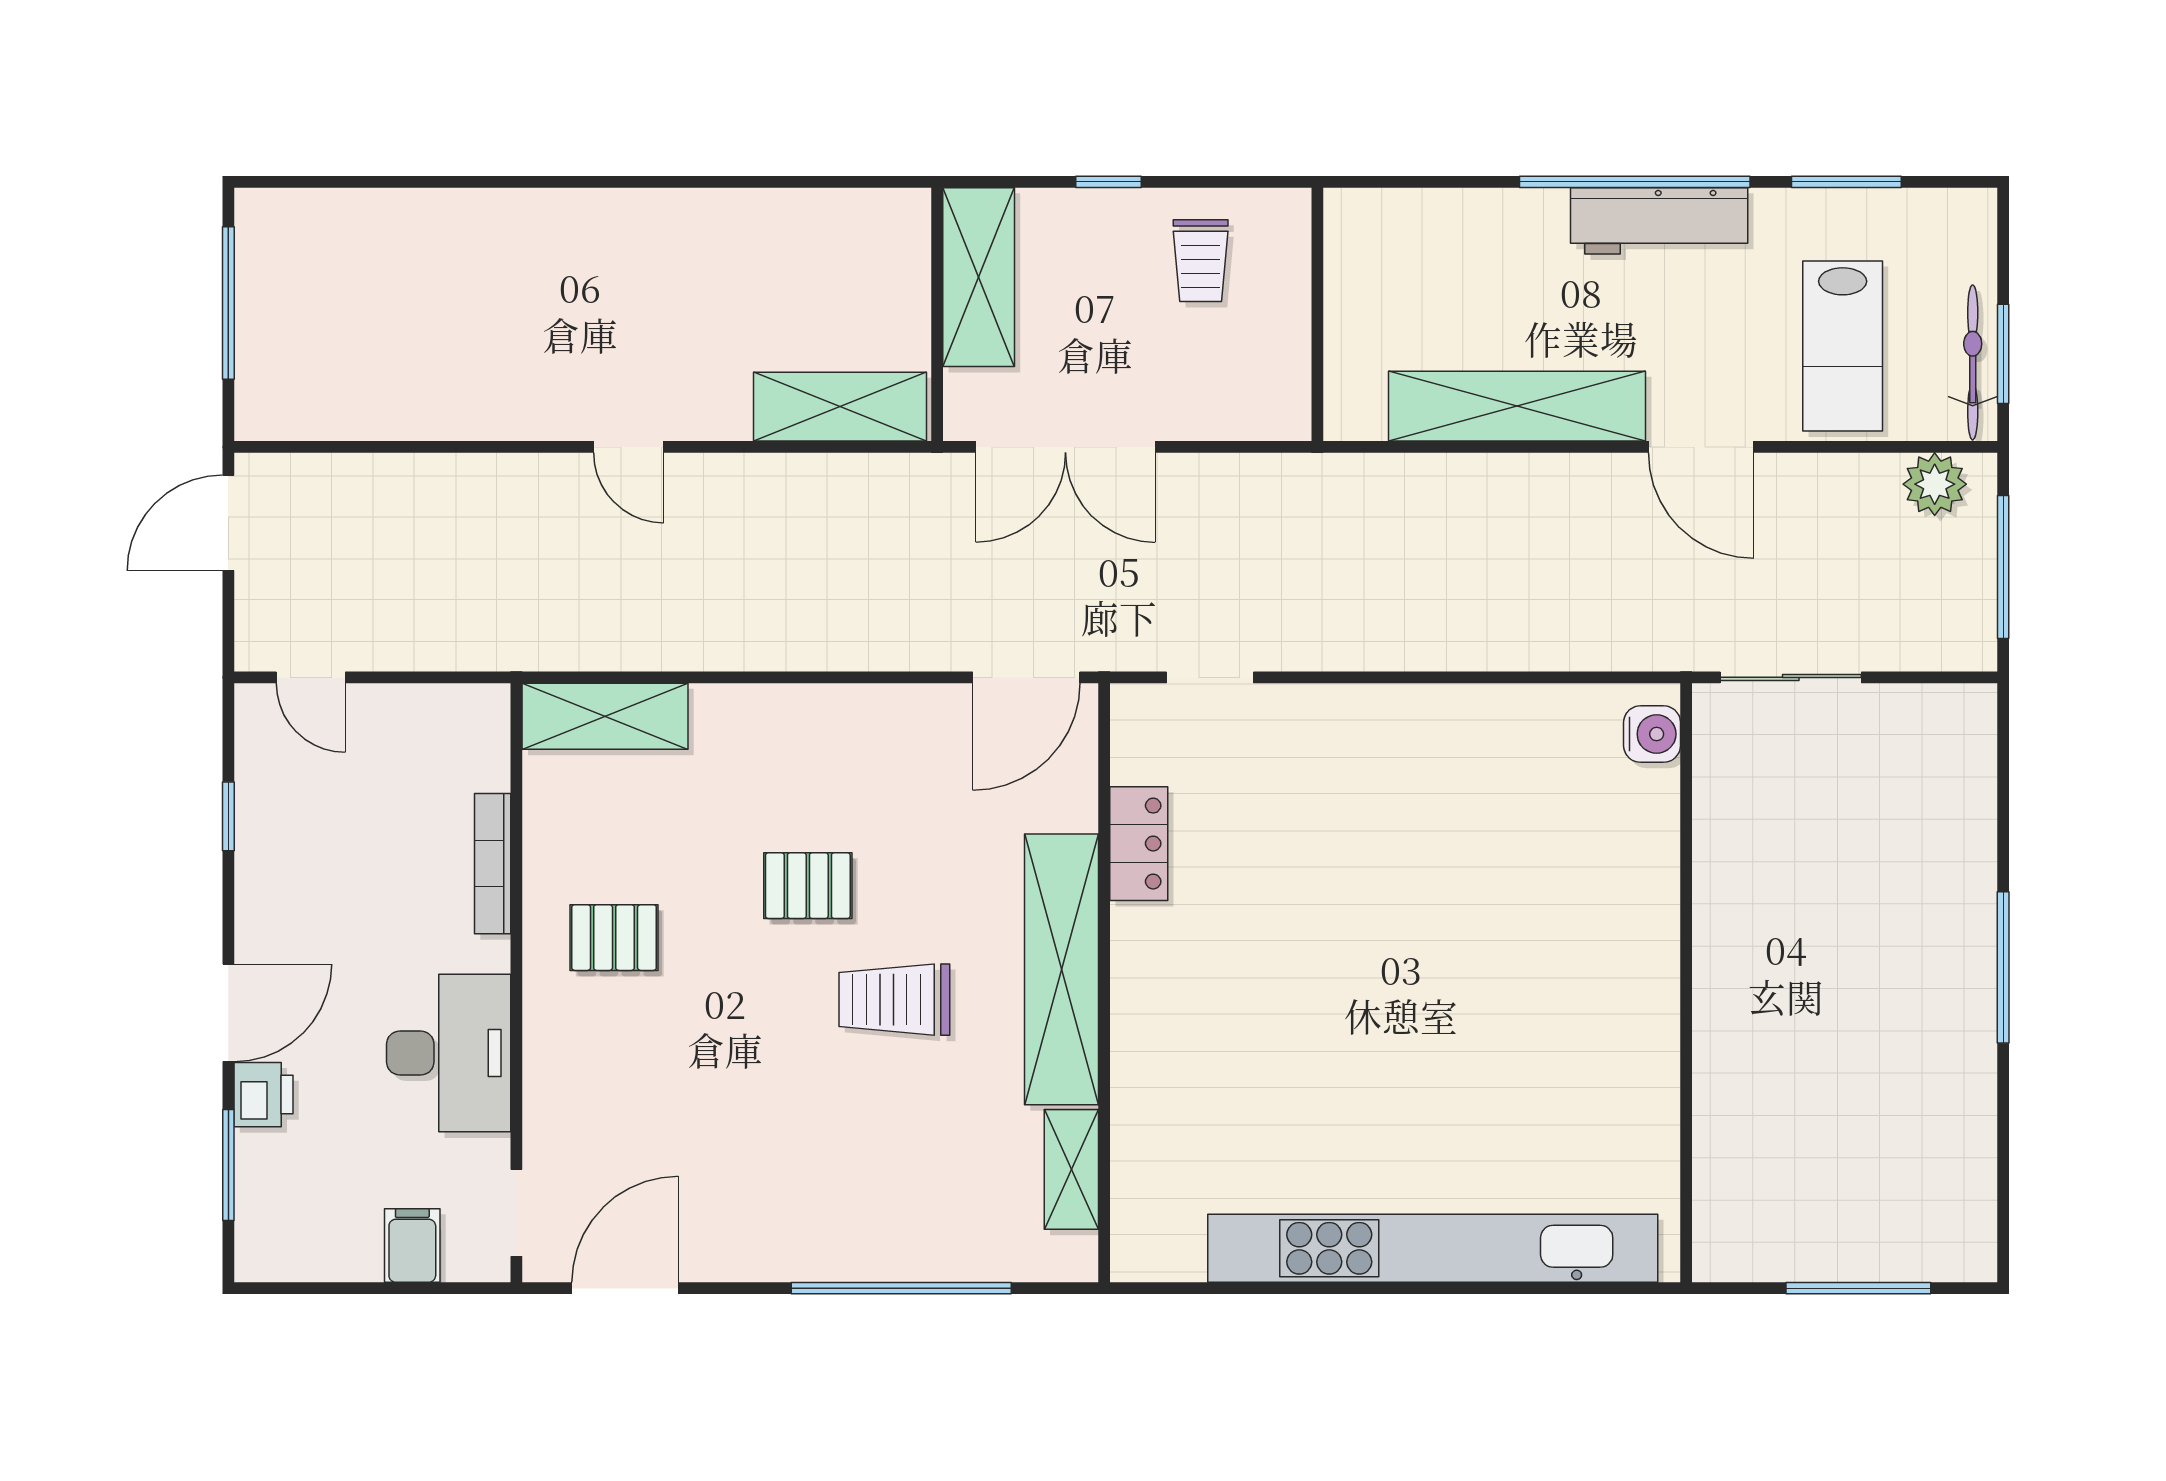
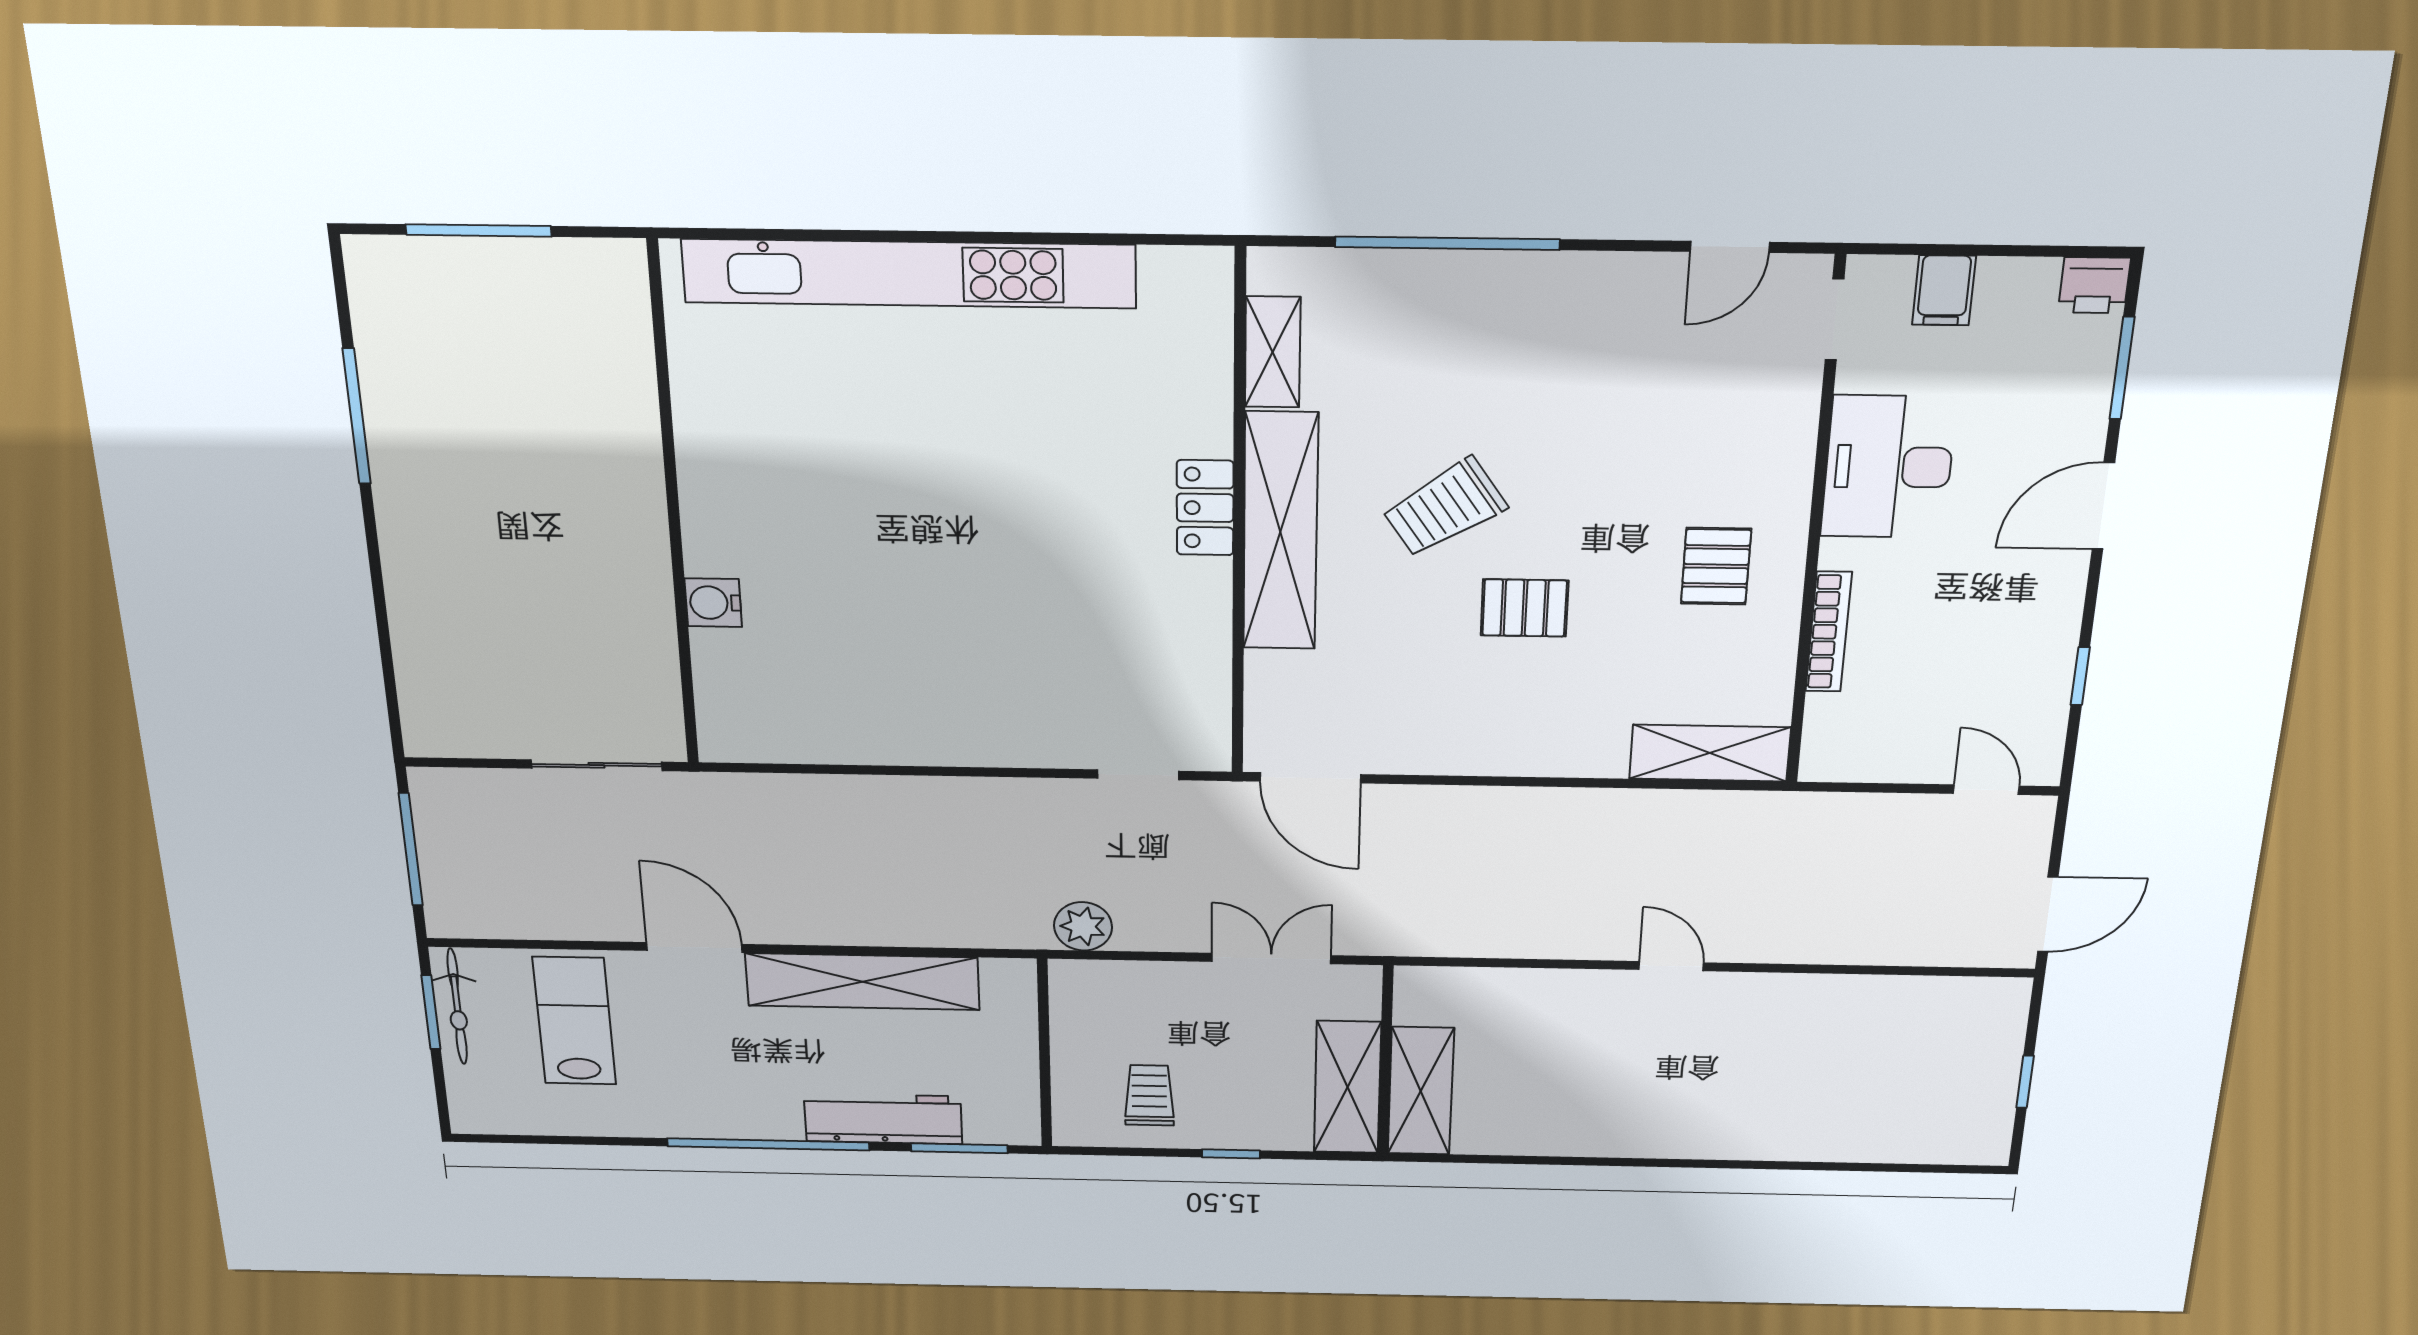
window: (1846, 182) -> (959, 1148), moved
workbench: (1659, 221) -> (883, 1119), moved
window: (228, 303) -> (2025, 1082), width x0.46
shelving: (840, 407) -> (1421, 1091), moved, turned 90
double door: (1065, 447) -> (1271, 959), width x0.73
plant: (1935, 484) -> (1083, 926), moved
door: (1026, 677) -> (1310, 778), swing flipped
water cooler: (1652, 734) -> (713, 603), moved
locker: (1139, 844) -> (1205, 508), moved
pallet: (614, 938) -> (1716, 566), turned 90
window: (2003, 967) -> (357, 416), moved
trolley: (894, 1000) -> (1445, 508), turned 146
printer: (263, 1095) -> (2094, 285), moved, turned -90
door: (625, 1288) -> (1730, 247), width x0.73

